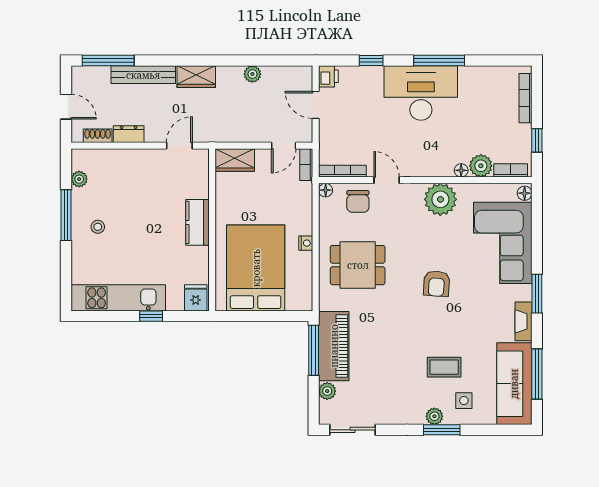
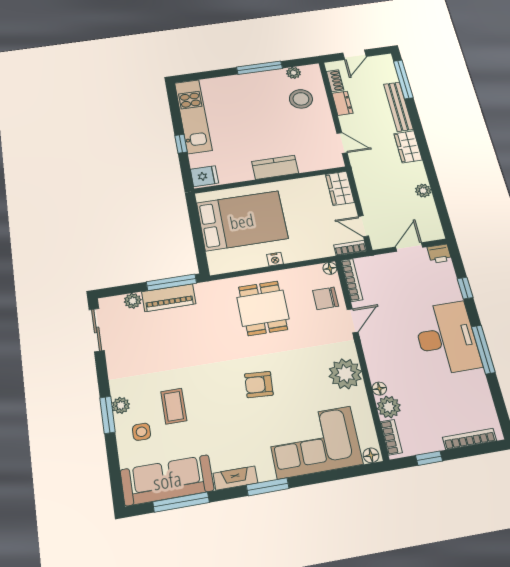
stool: (98, 227) -> (301, 99), moved, width x1.89, depth x1.89
piano: (334, 346) -> (169, 298), width x0.73, depth x0.75

